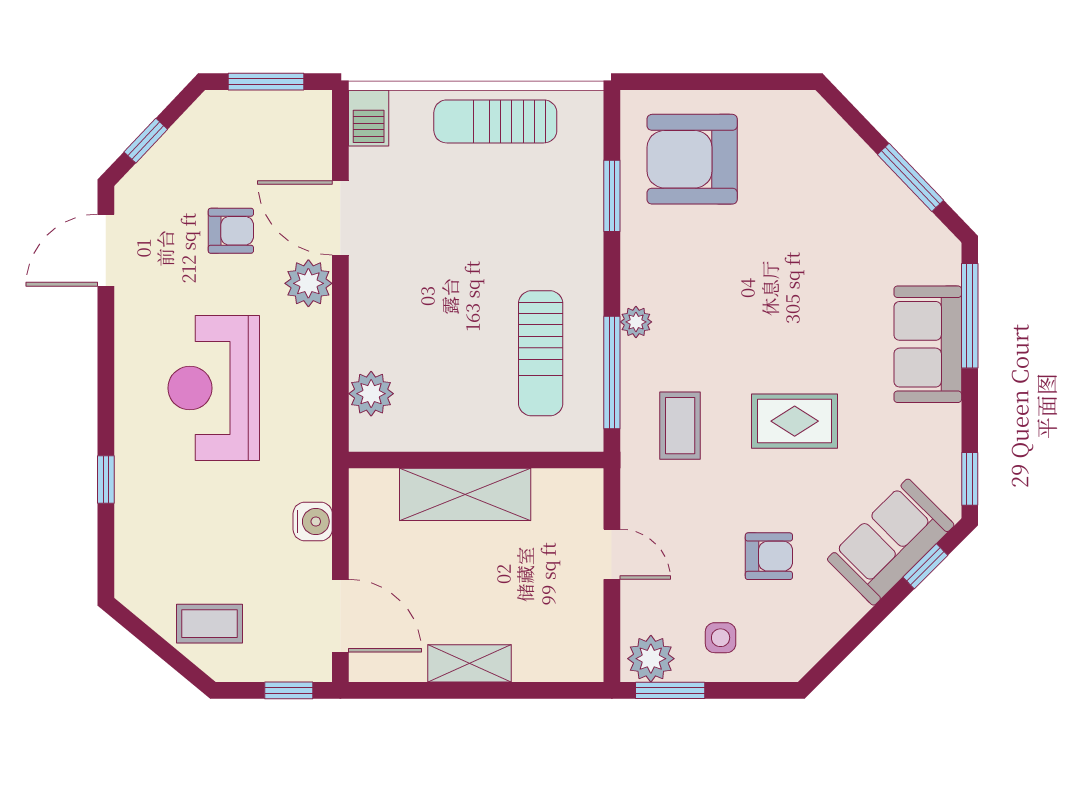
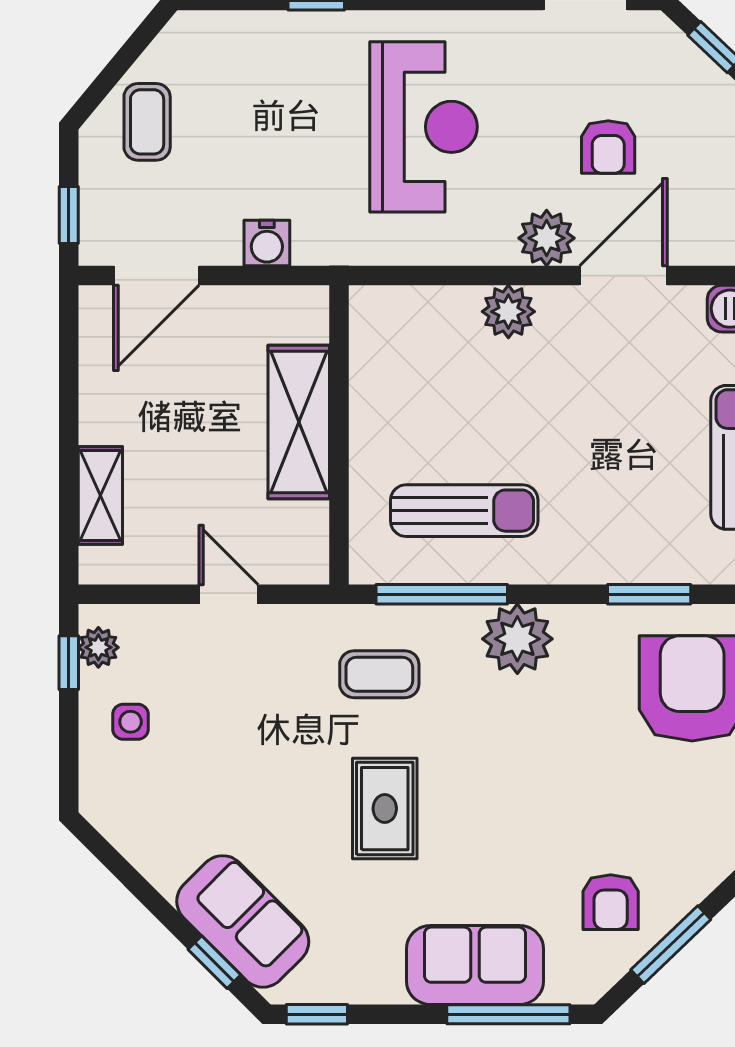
plant: (636, 322) -> (517, 639), width x1.88, depth x1.88
sun lounger: (541, 353) -> (464, 511), turned 180
reception desk: (214, 388) -> (424, 127), turned 90
plant: (371, 394) -> (508, 312), moved
door: (612, 554) -> (229, 594), swing flipped
armchair: (769, 556) -> (611, 902), moved
plant: (651, 659) -> (98, 647), width x0.73, depth x0.73
shelving: (470, 663) -> (100, 495), moved
window: (670, 690) -> (69, 663), width x0.67

